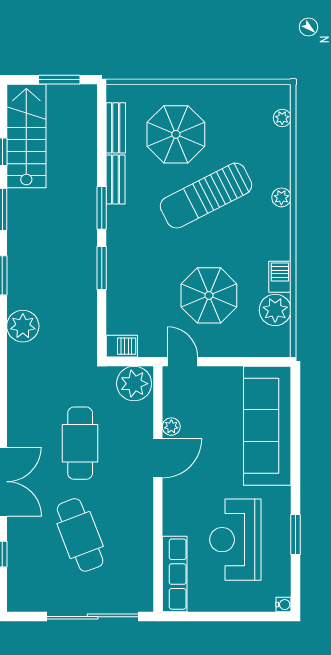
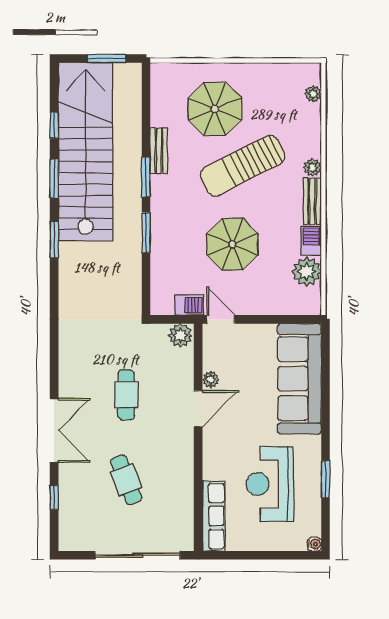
bench: (116, 128) -> (312, 201), moved
stairs: (26, 136) -> (86, 152), width x1.86, depth x1.51
parasol: (209, 295) -> (232, 244), moved
plant: (23, 326) -> (73, 286), removed
barbecue: (122, 346) -> (189, 305), moved
plant: (134, 384) -> (180, 335), width x0.73, depth x0.73
cafe table: (80, 443) -> (126, 395), width x0.73, depth x0.74
cafe table: (80, 535) -> (126, 480), width x0.73, depth x0.74

